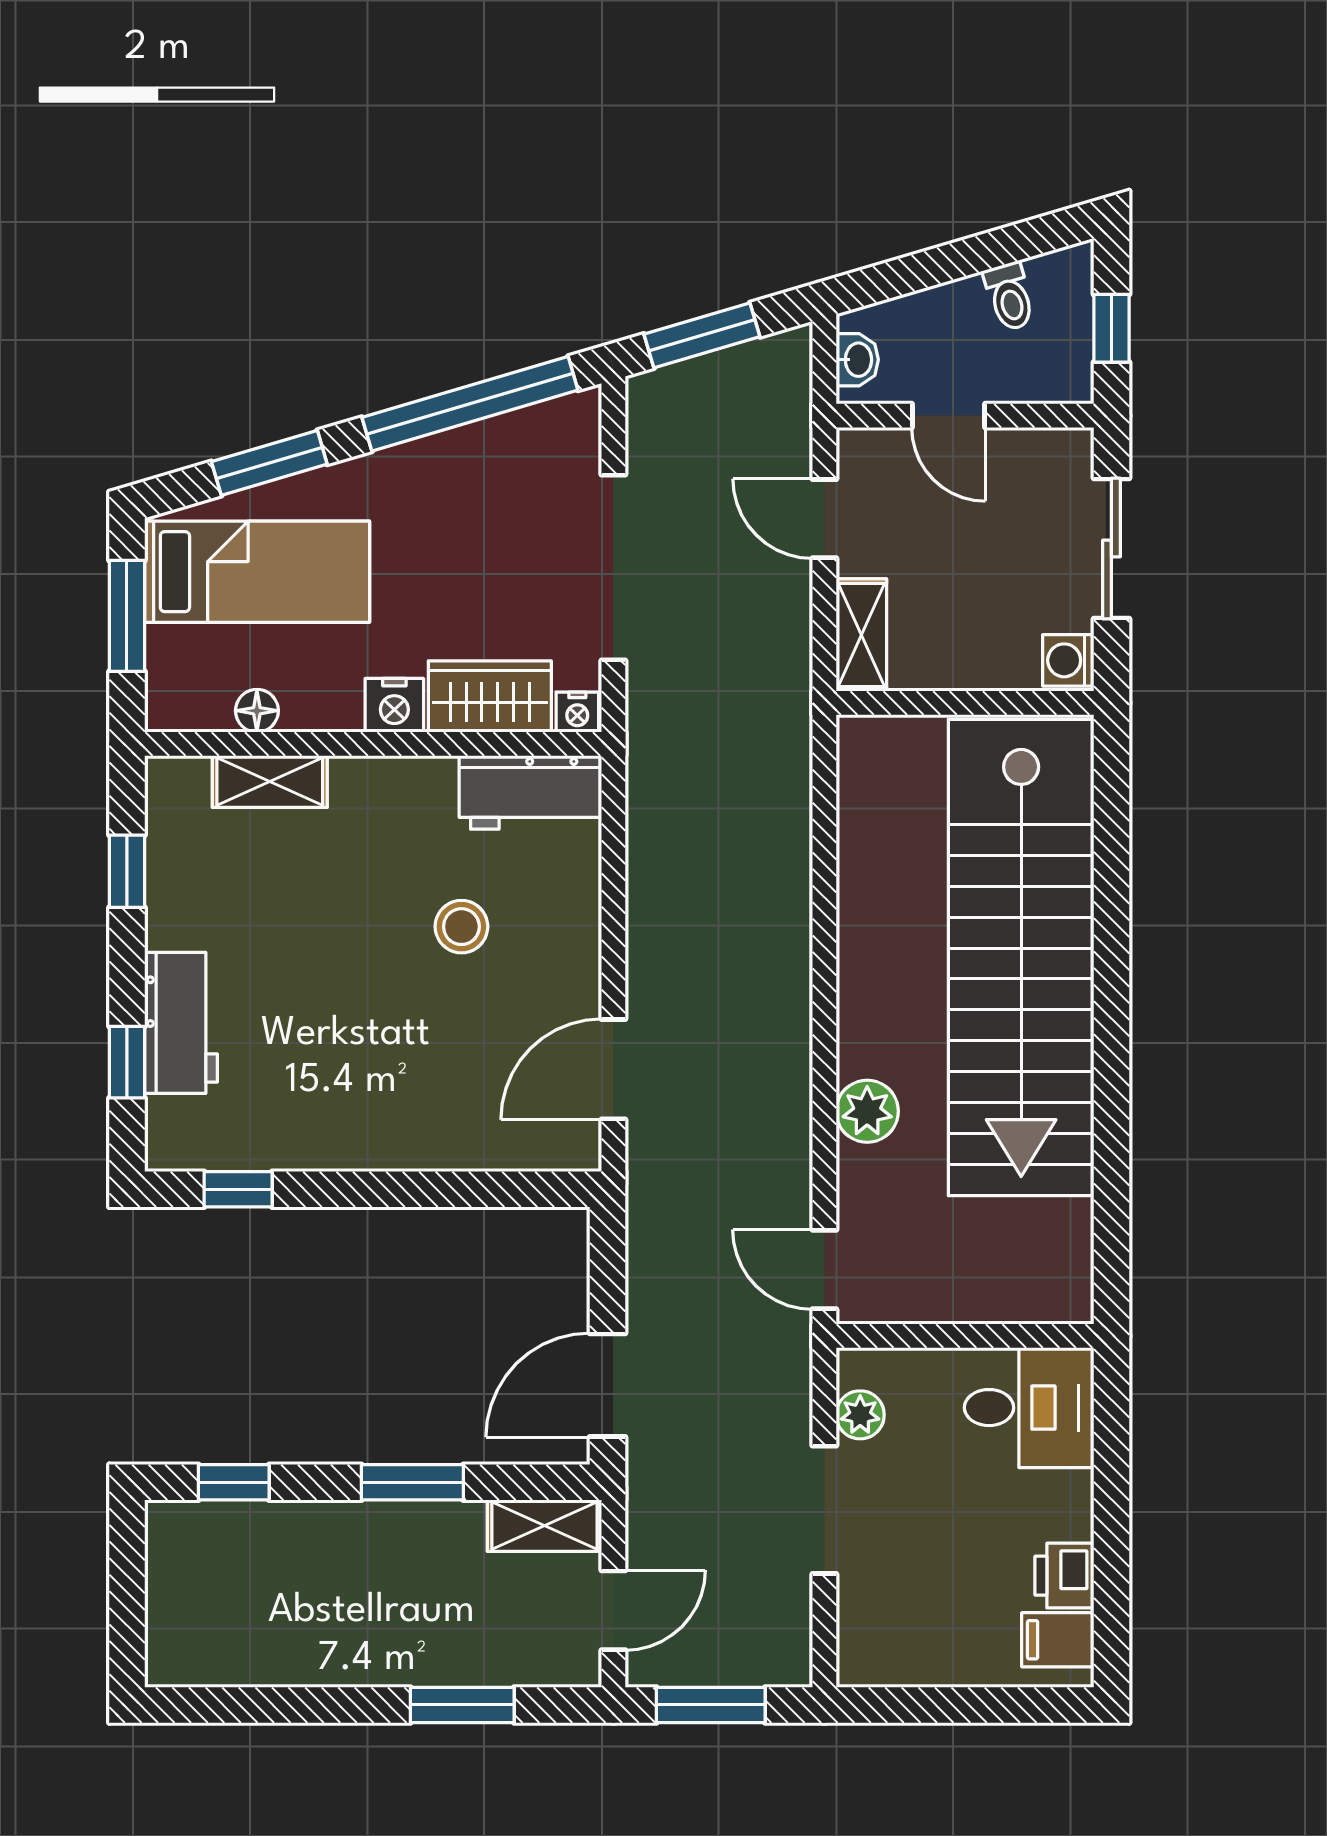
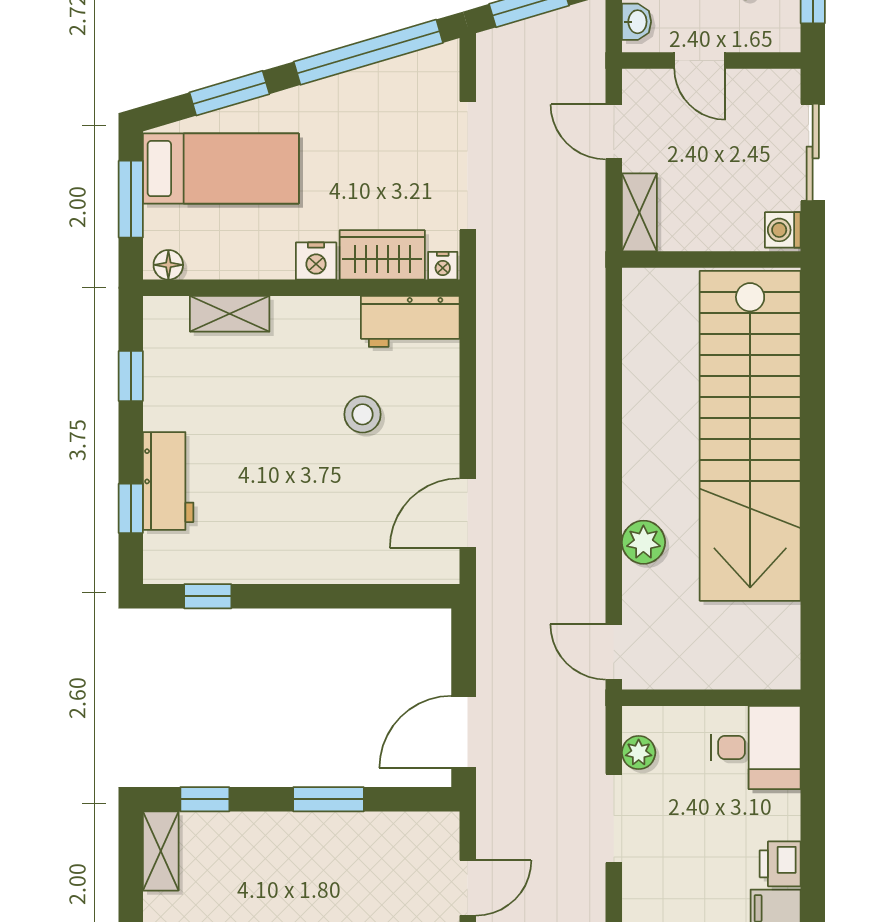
floor lamp: (257, 711) -> (168, 265), moved
shelving: (544, 1526) -> (161, 851), moved, turned 90

